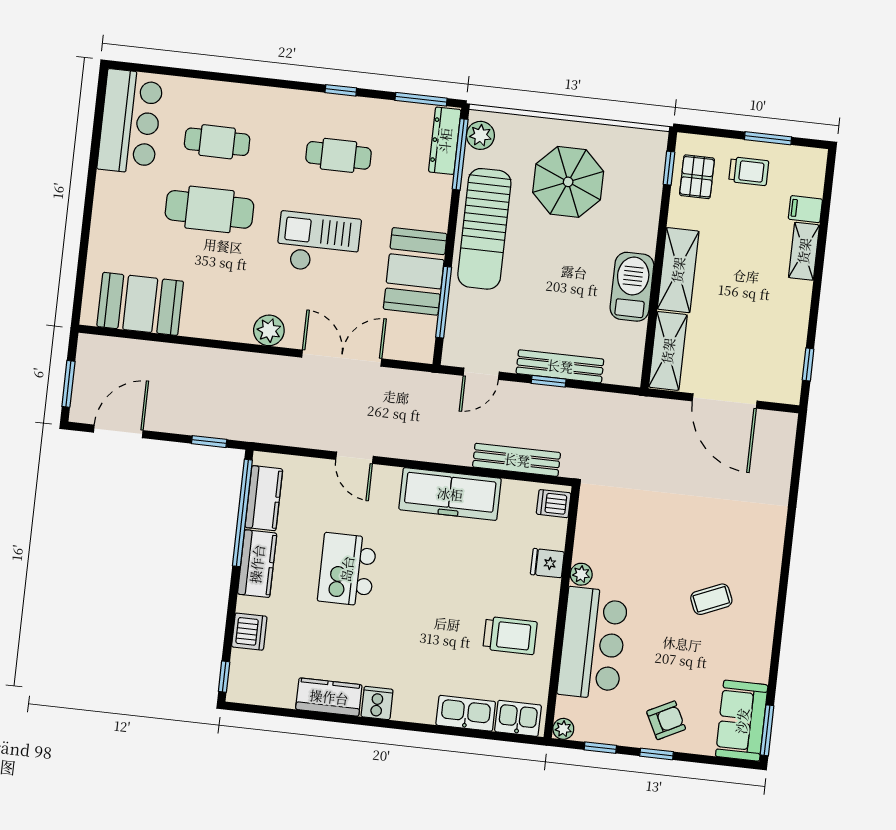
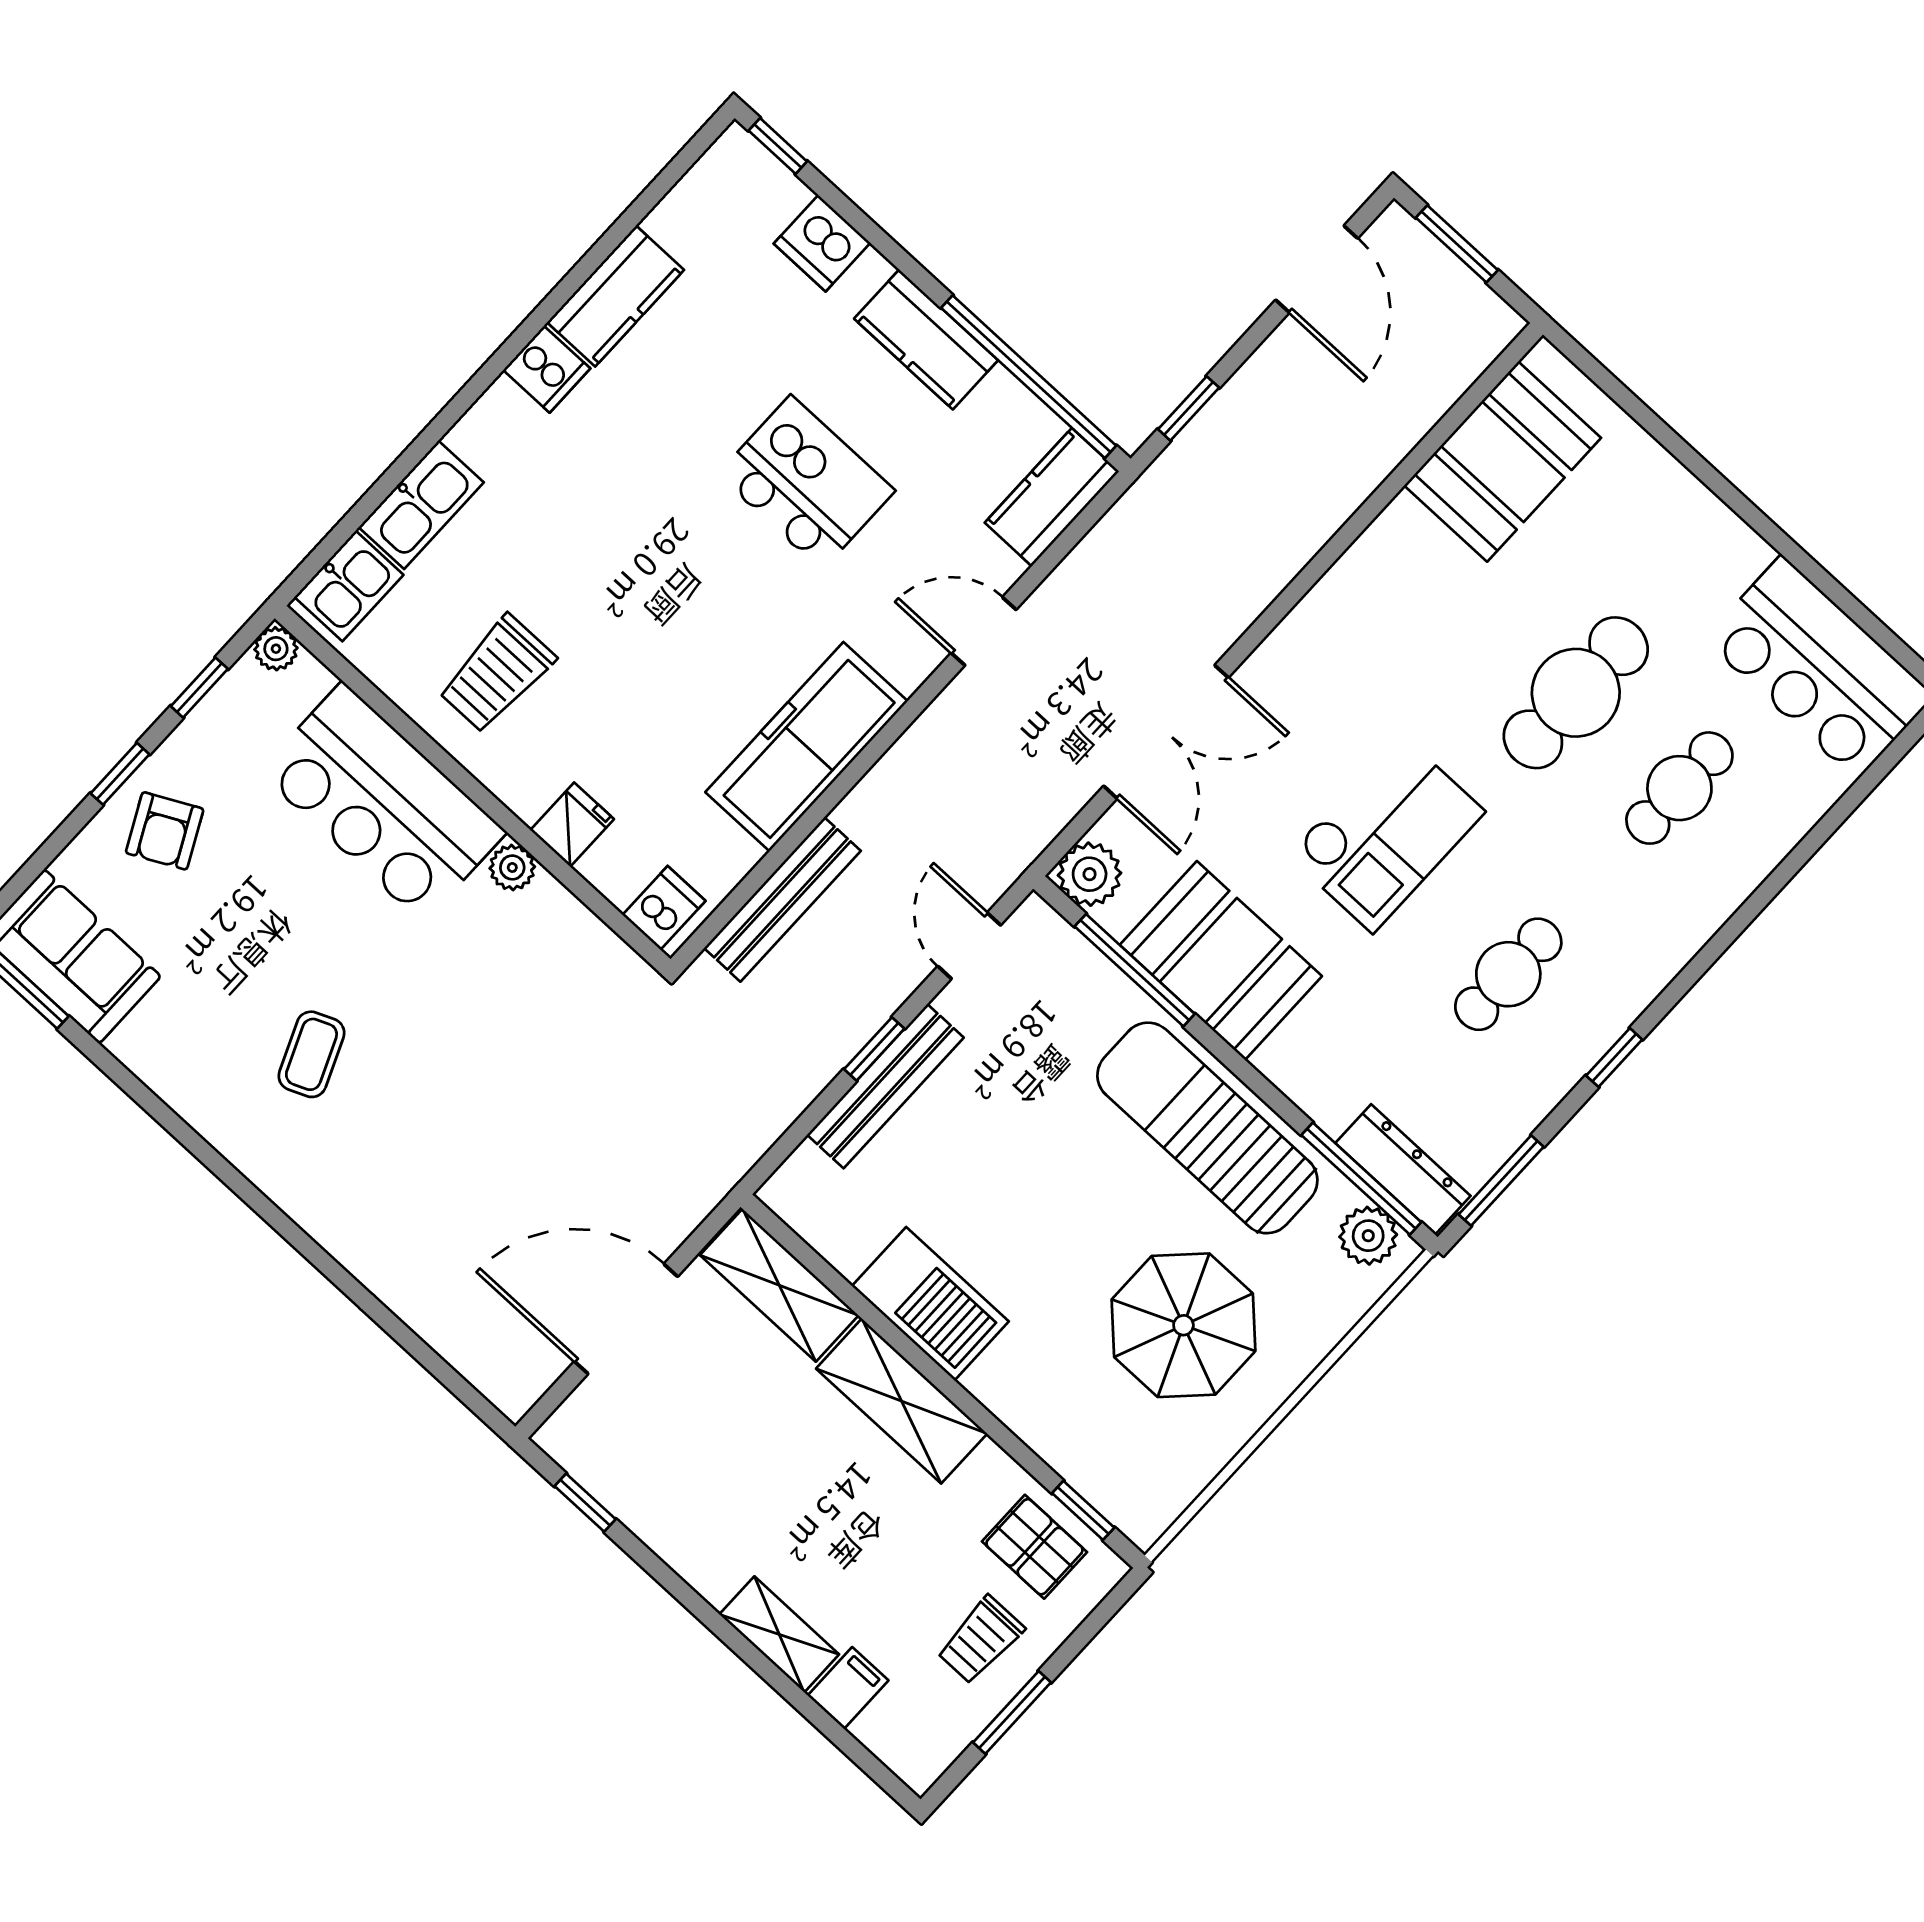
plant: (269, 330) -> (1090, 874), moved
kitchen counter: (264, 498) -> (1052, 497), moved, turned 90

